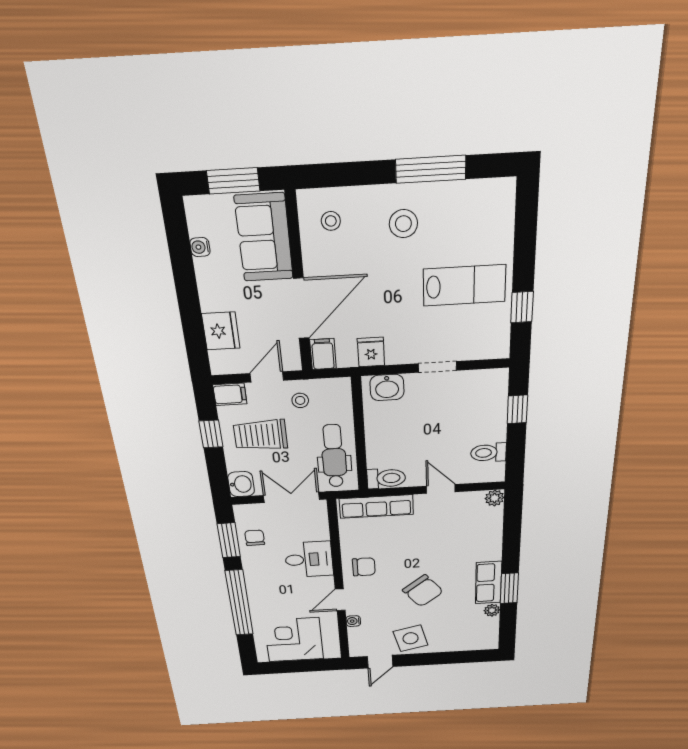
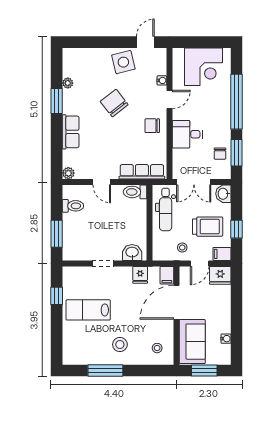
fridge: (221, 331) -> (220, 275), moved, turned -90
window: (517, 409) -> (57, 234), width x1.50
row of seats: (488, 583) -> (71, 132), moved

